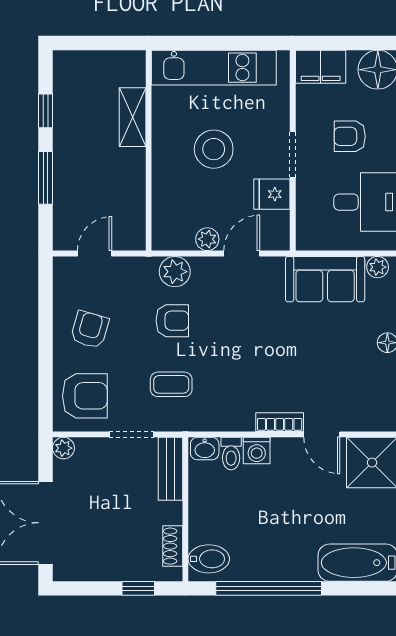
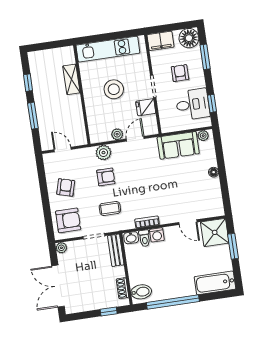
armchair: (350, 136) -> (180, 73), turned 90
door: (95, 253) -> (63, 149), hinge flipped
bookcase: (280, 422) -> (147, 222), moved

